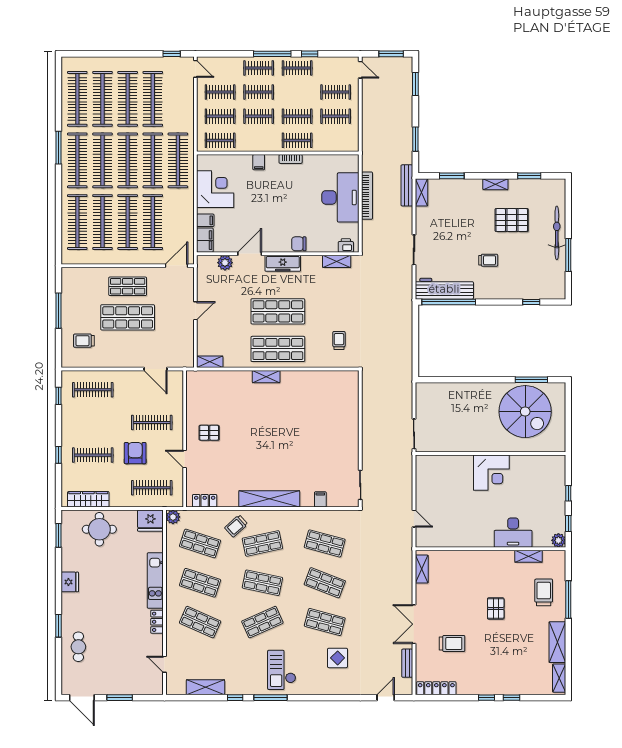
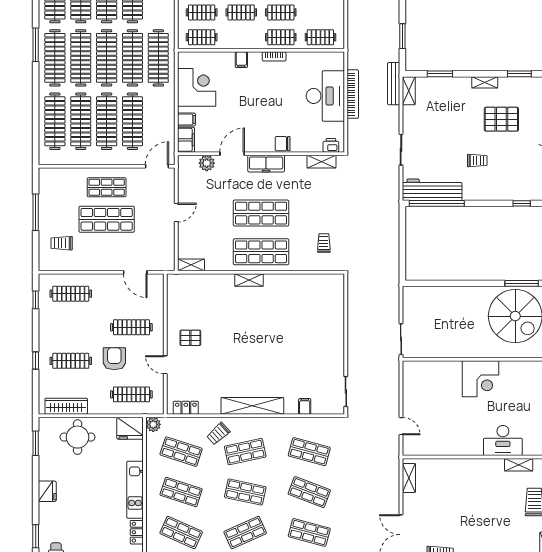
clothes rail: (336, 116) -> (320, 37), moved
pallet: (496, 608) -> (485, 519), removed

